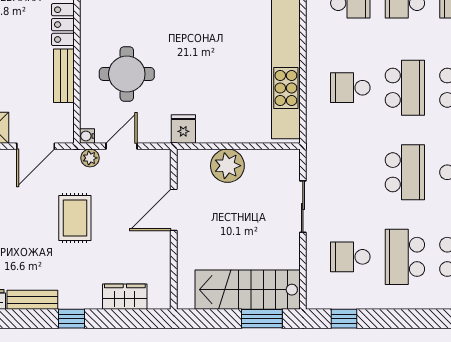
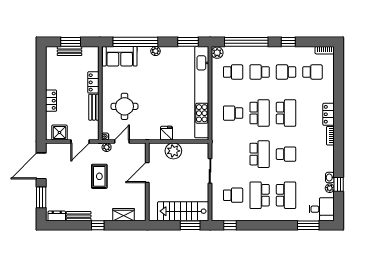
fridge: (183, 129) -> (166, 133), moved
school desk: (350, 257) -> (233, 195), turned 180

